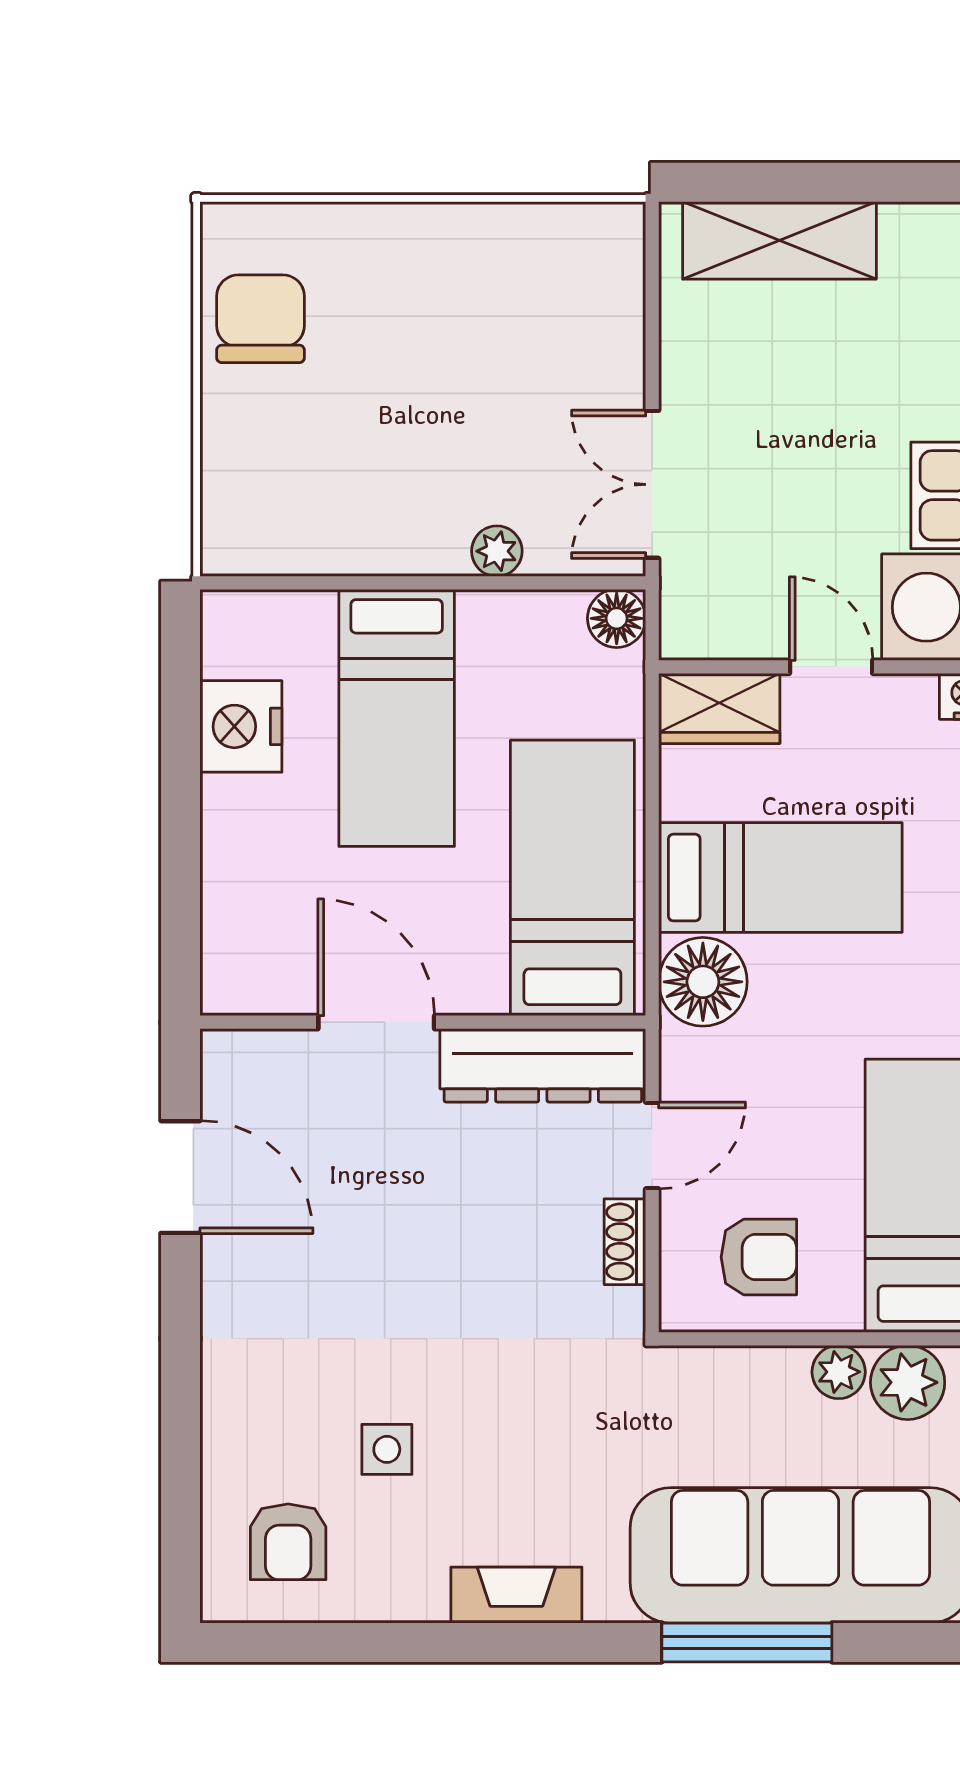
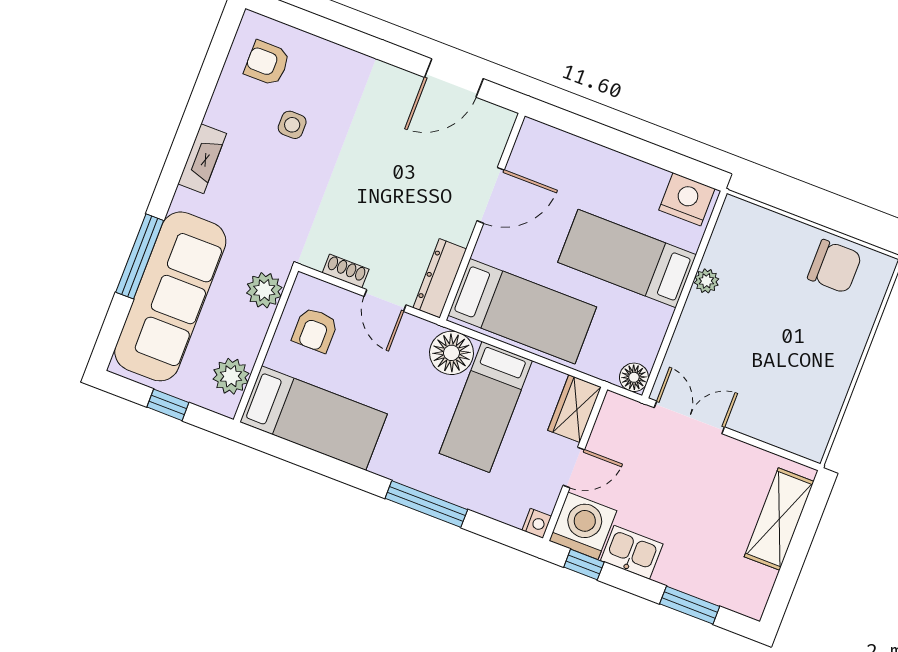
plant: (497, 551) -> (706, 281), moved
nightstand: (241, 726) -> (687, 199), moved
dresser: (543, 1065) -> (440, 278), width x0.73, depth x0.80
plant: (839, 1372) -> (264, 290), moved, width x1.38, depth x1.38

